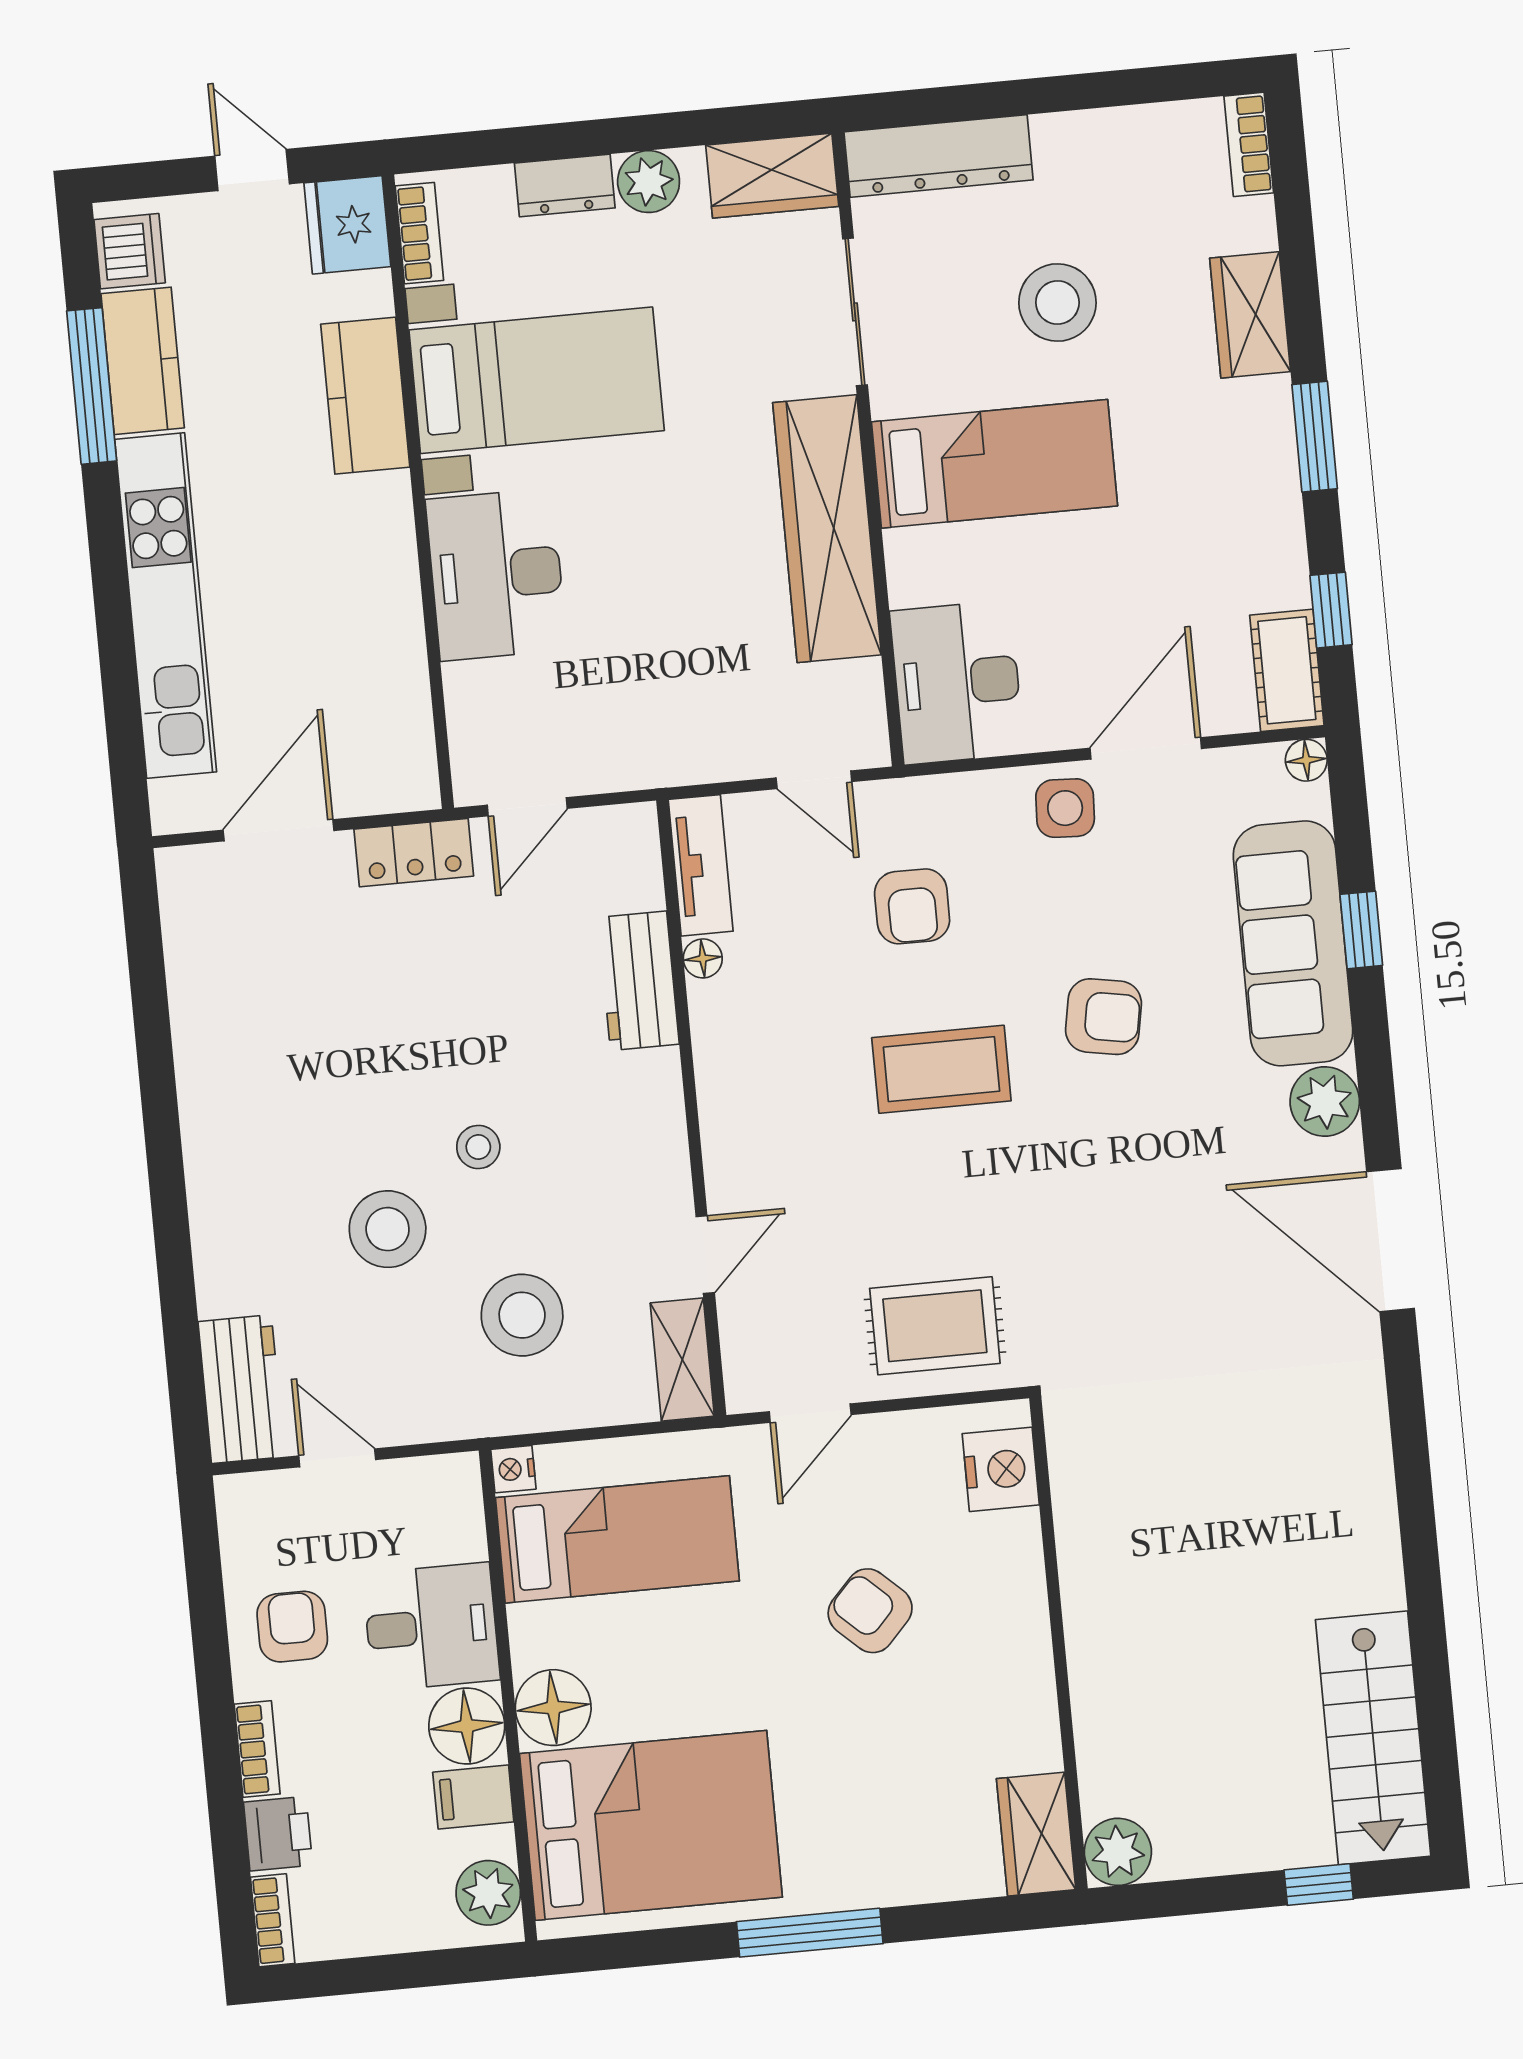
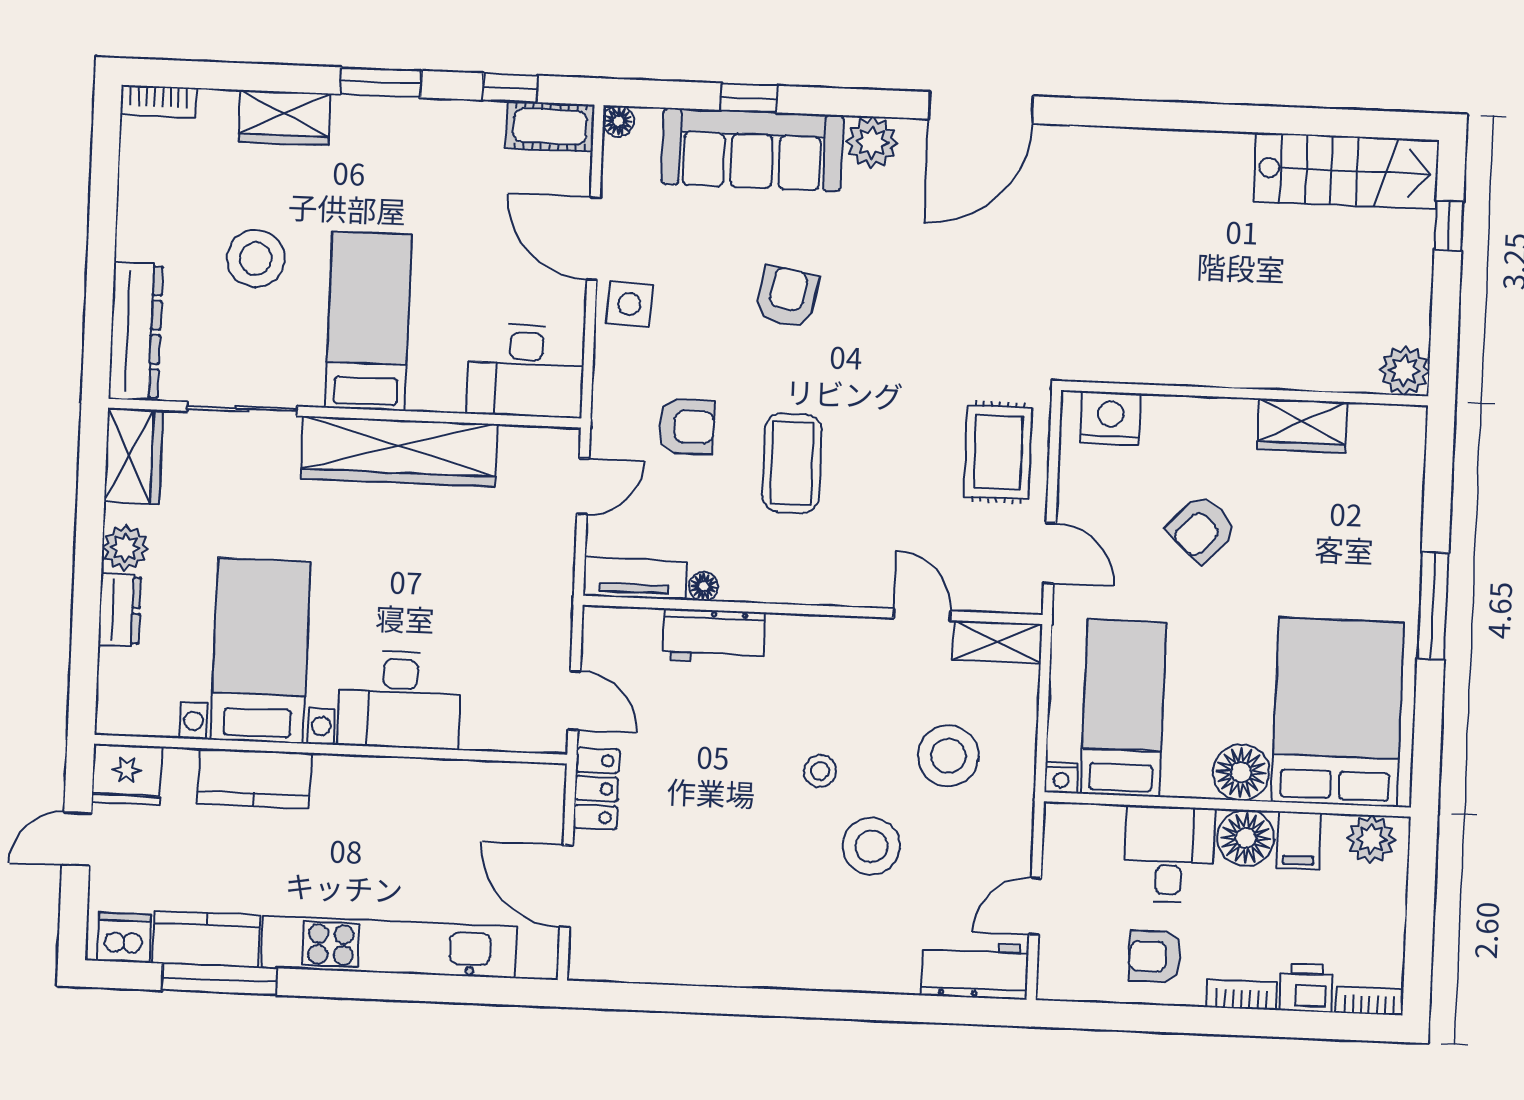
bookcase: (419, 233) -> (140, 722), removed
coffee table: (941, 1069) -> (792, 463), moved
wardrobe: (1036, 1834) -> (1302, 426), moved

